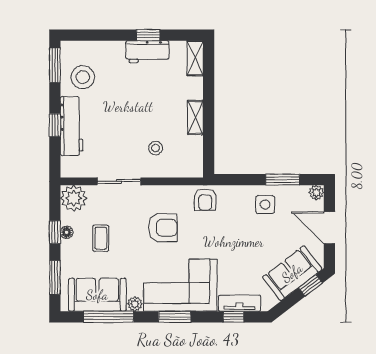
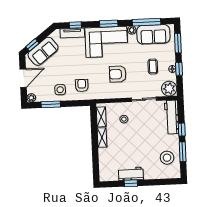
shelving: (195, 58) -> (101, 117), moved
window: (55, 65) -> (183, 152), moved
workbench: (72, 126) -> (172, 117), moved
armchair: (205, 200) -> (82, 85), moved
door: (329, 228) -> (23, 78), hinge flipped

